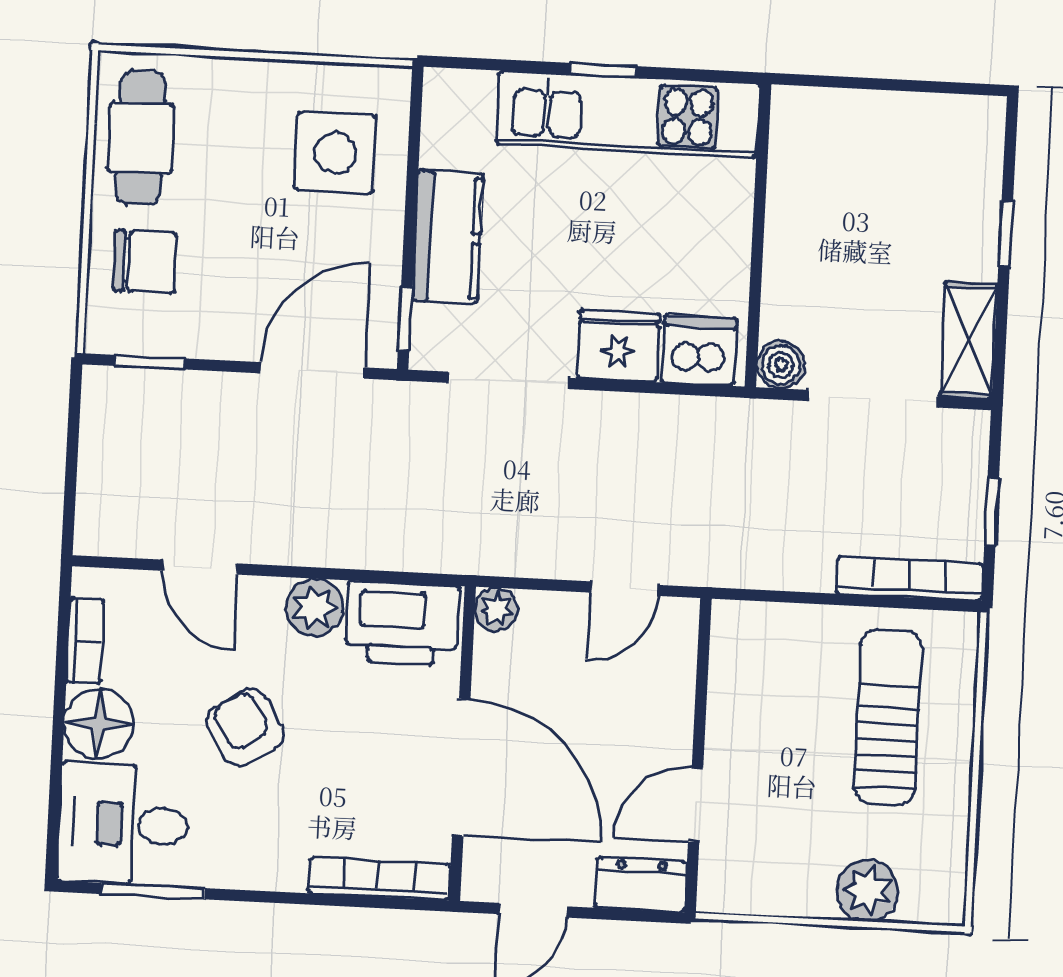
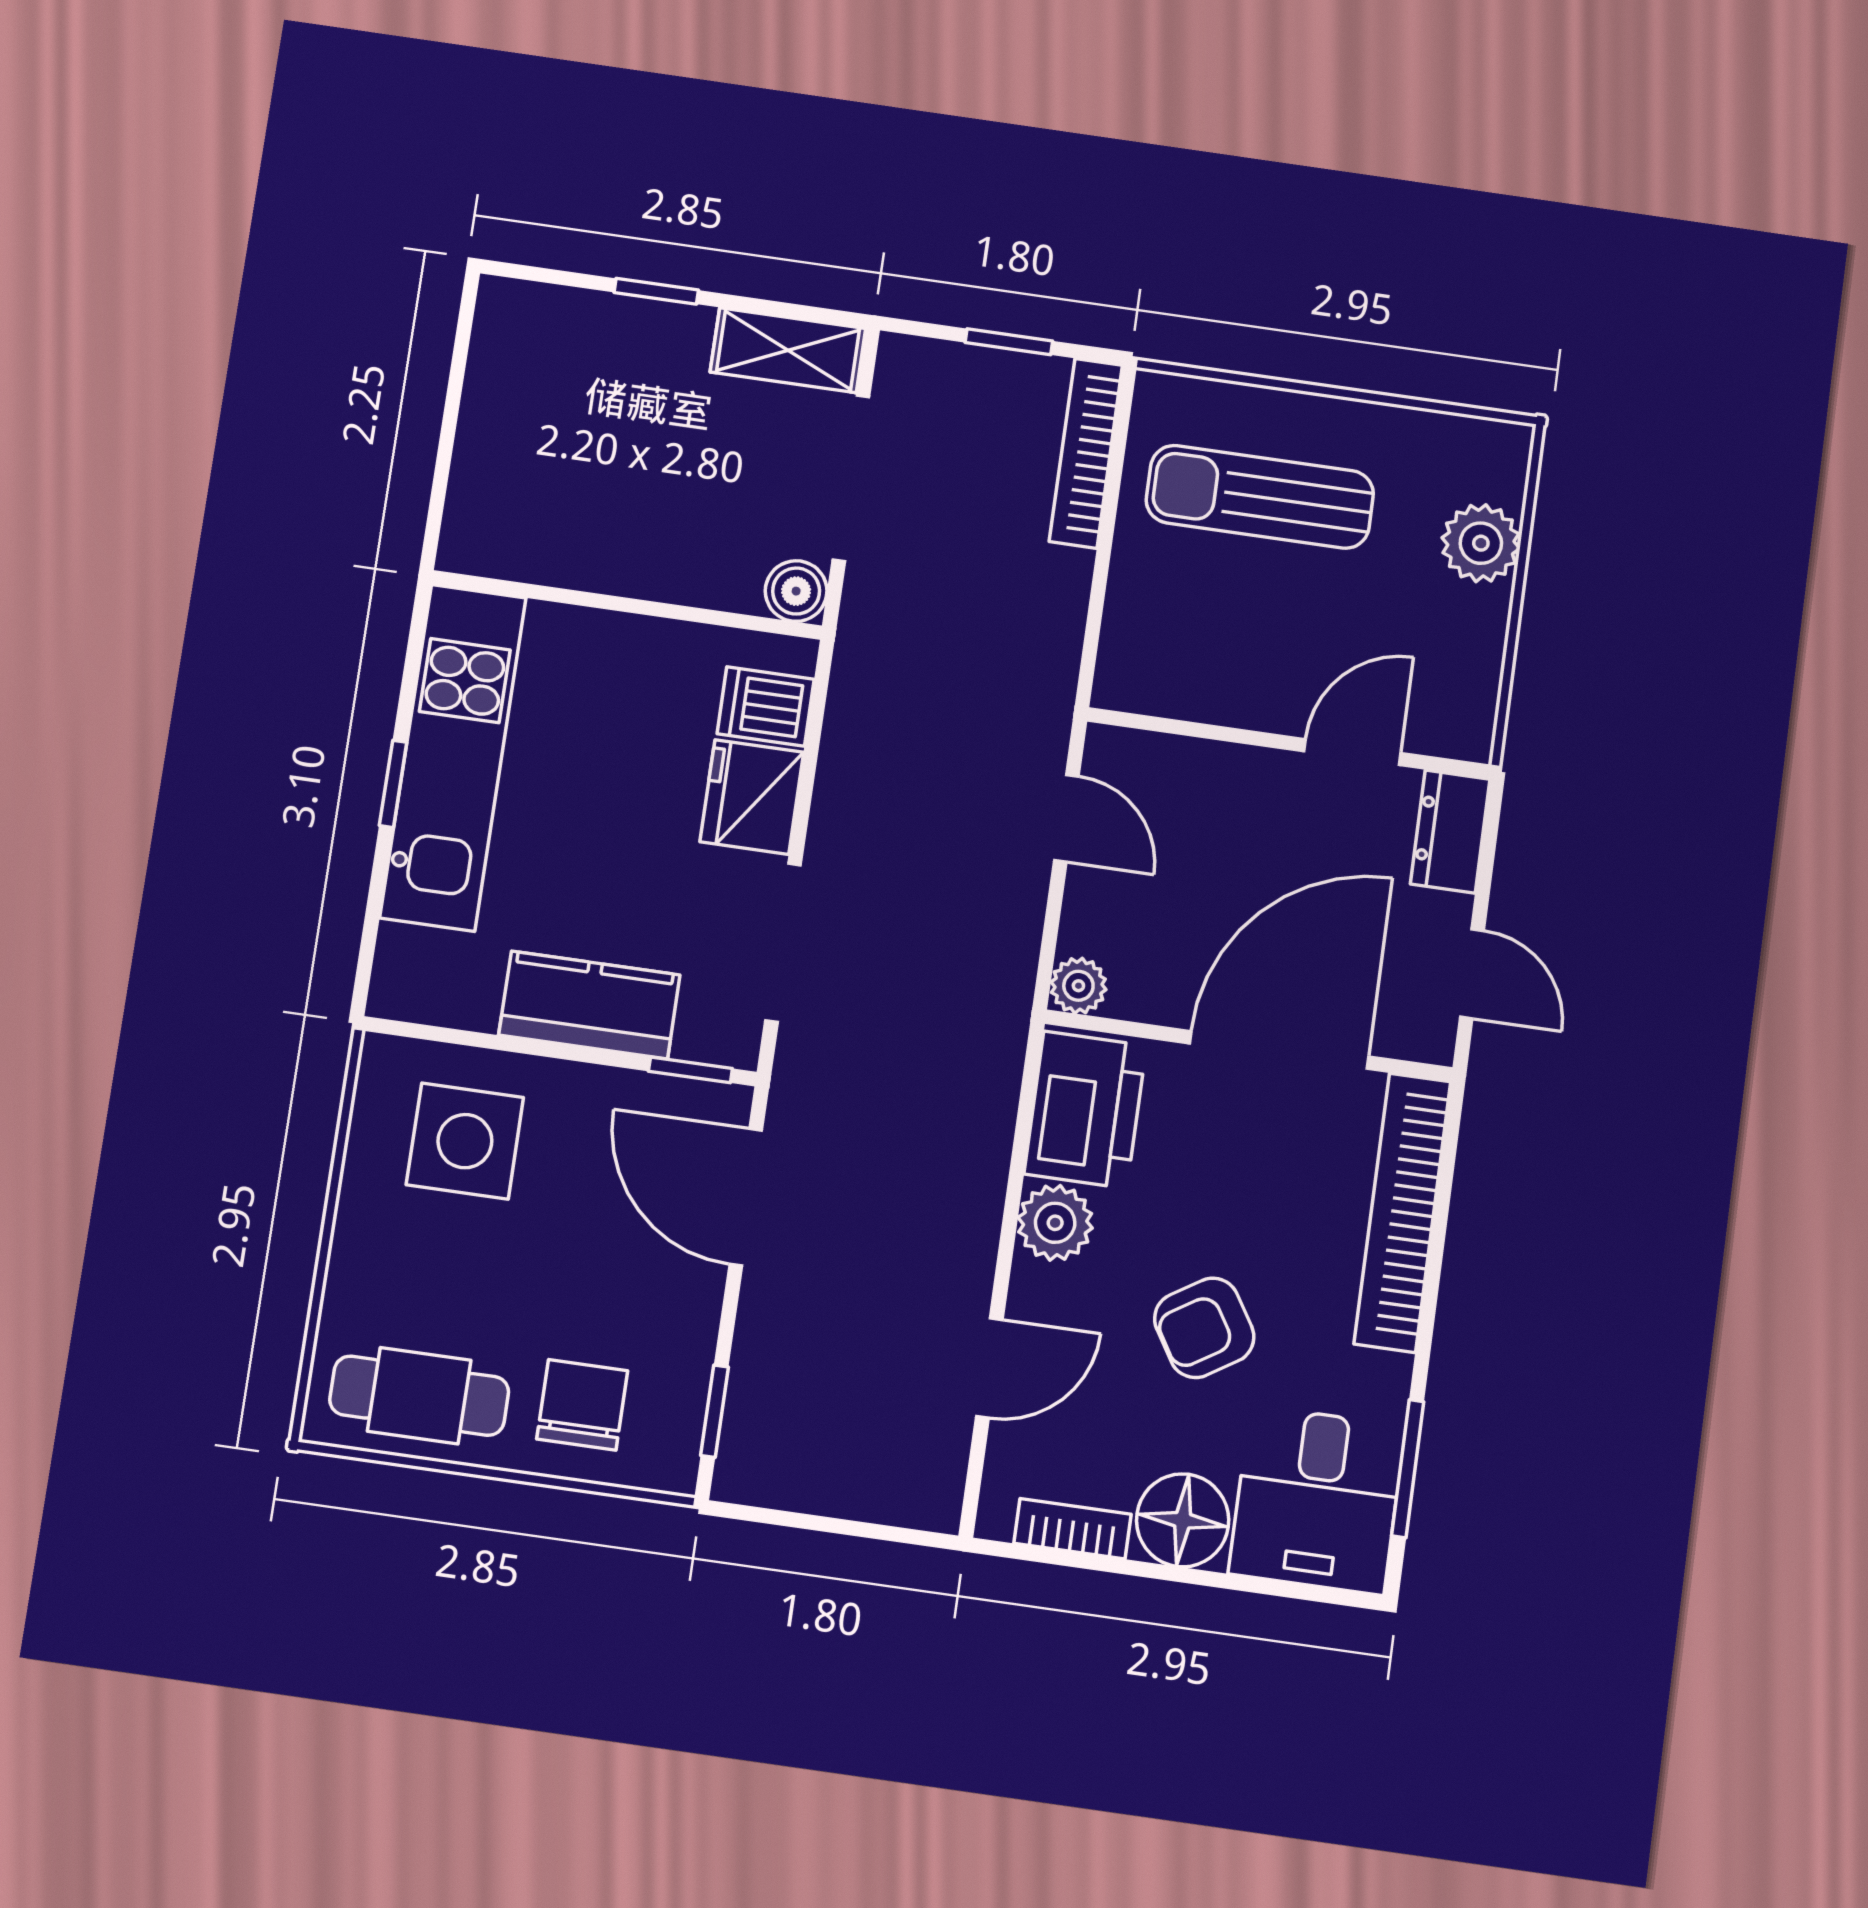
dishwasher: (699, 350) -> (766, 707), width x0.73
door: (696, 805) -> (1352, 752), swing flipped
bookcase: (379, 879) -> (1402, 1213), width x1.48, depth x1.31

